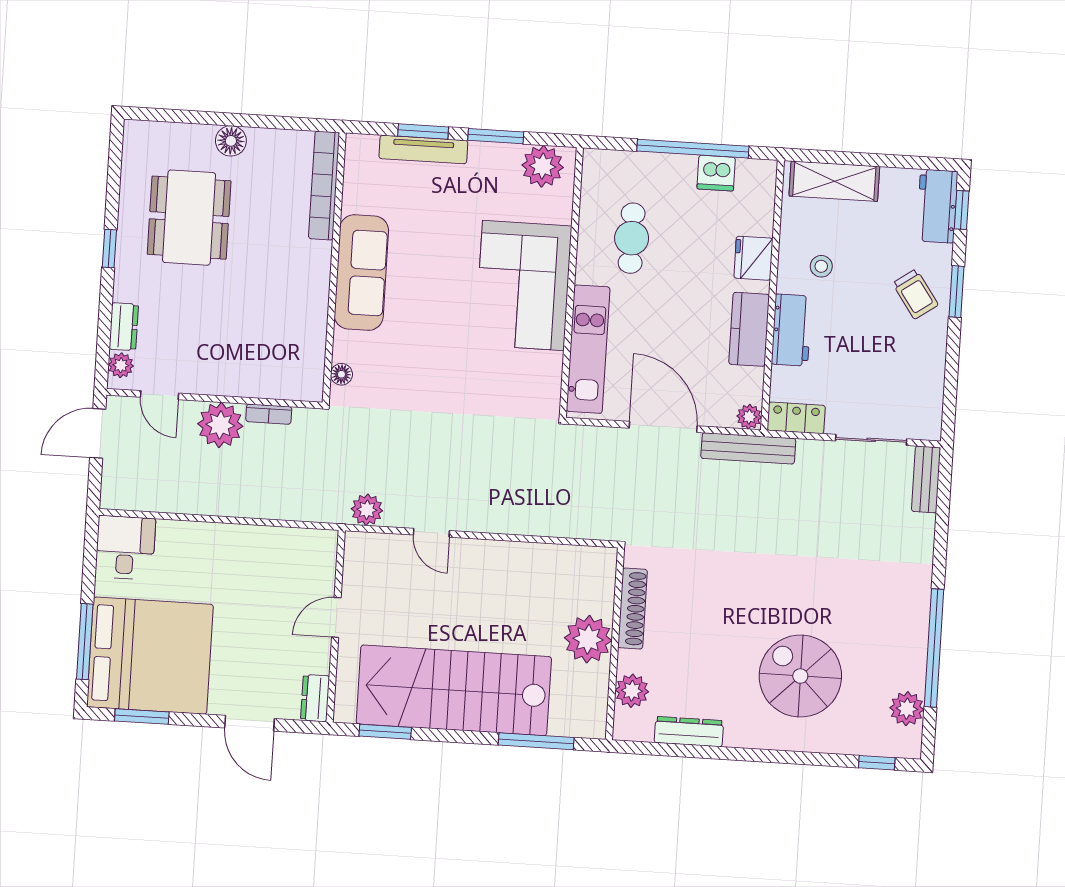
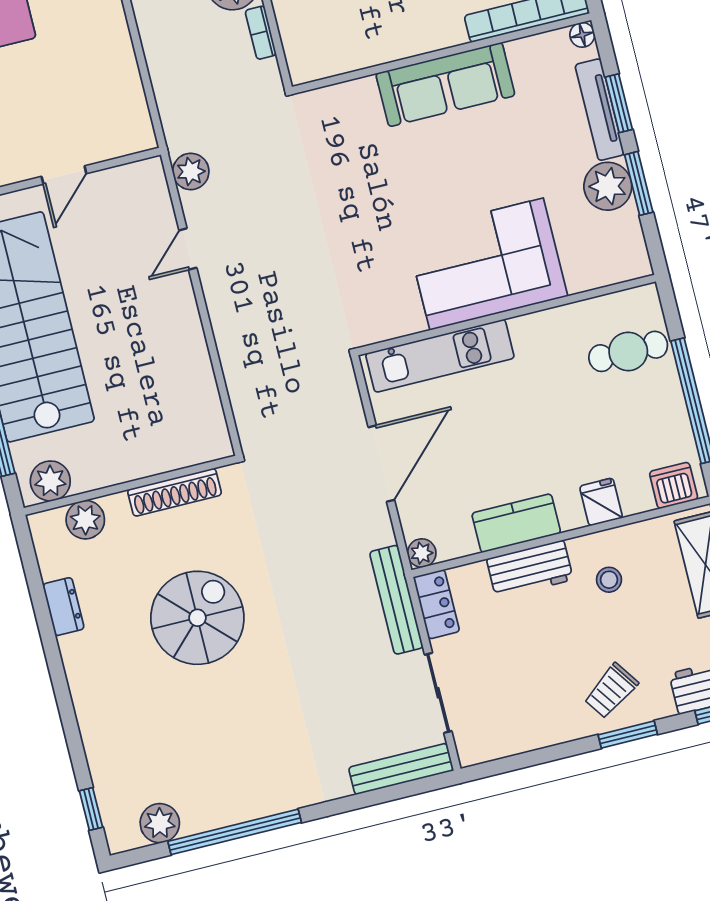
plant: (543, 166) -> (608, 186), moved
dishwasher: (716, 173) -> (674, 485), moved, turned 90
cafe table: (632, 238) -> (628, 351), moved
fridge: (753, 258) -> (601, 502), width x0.72
floor lamp: (341, 374) -> (582, 35), moved
bench: (748, 448) -> (396, 600), moved
bench: (926, 479) -> (401, 769), width x1.36
door: (336, 617) -> (64, 175), swing flipped
plant: (588, 639) -> (50, 481), moved, width x0.73, depth x0.73
spiral stairs: (800, 676) -> (197, 618), moved
dresser: (689, 732) -> (63, 607), width x0.70

